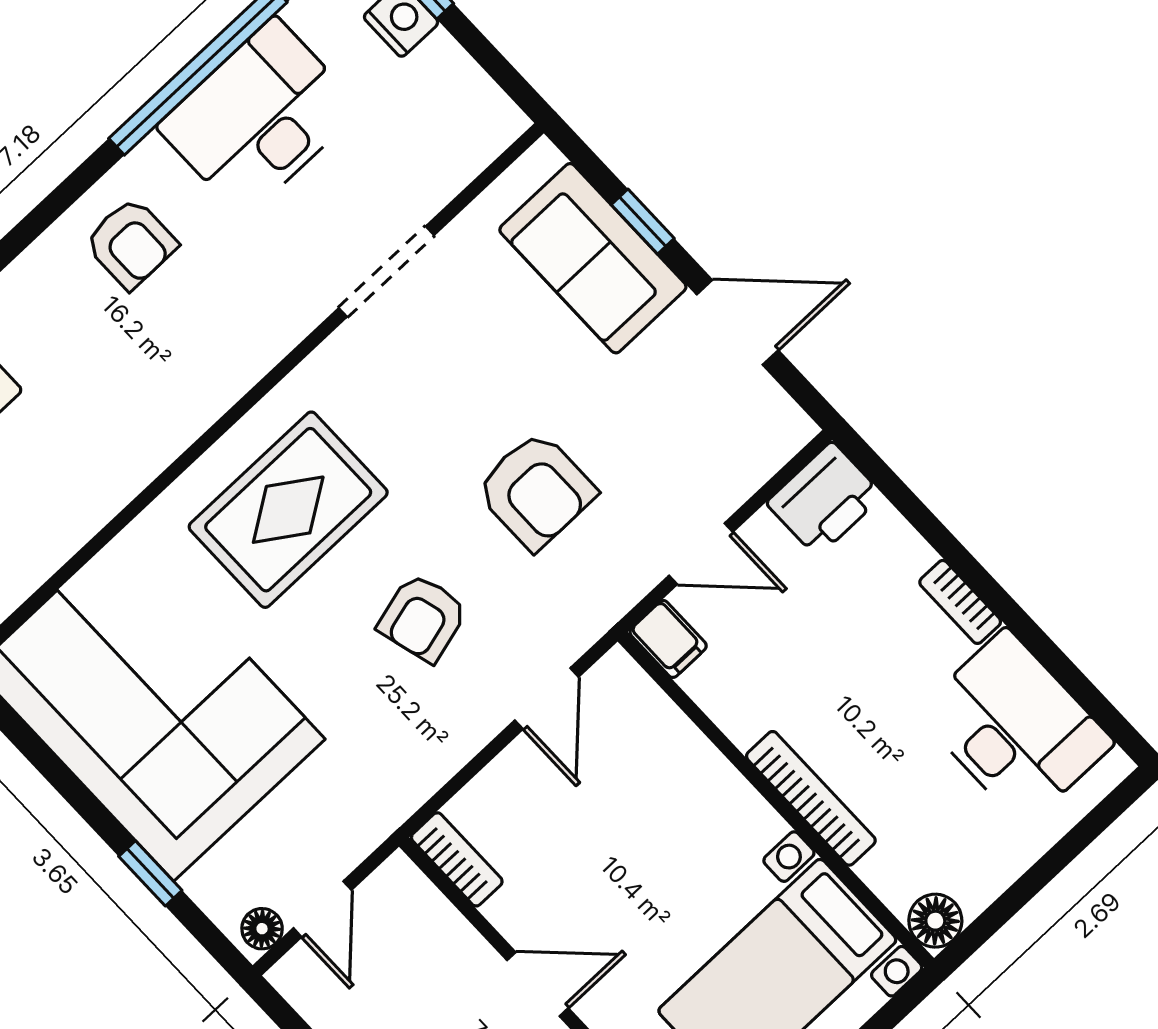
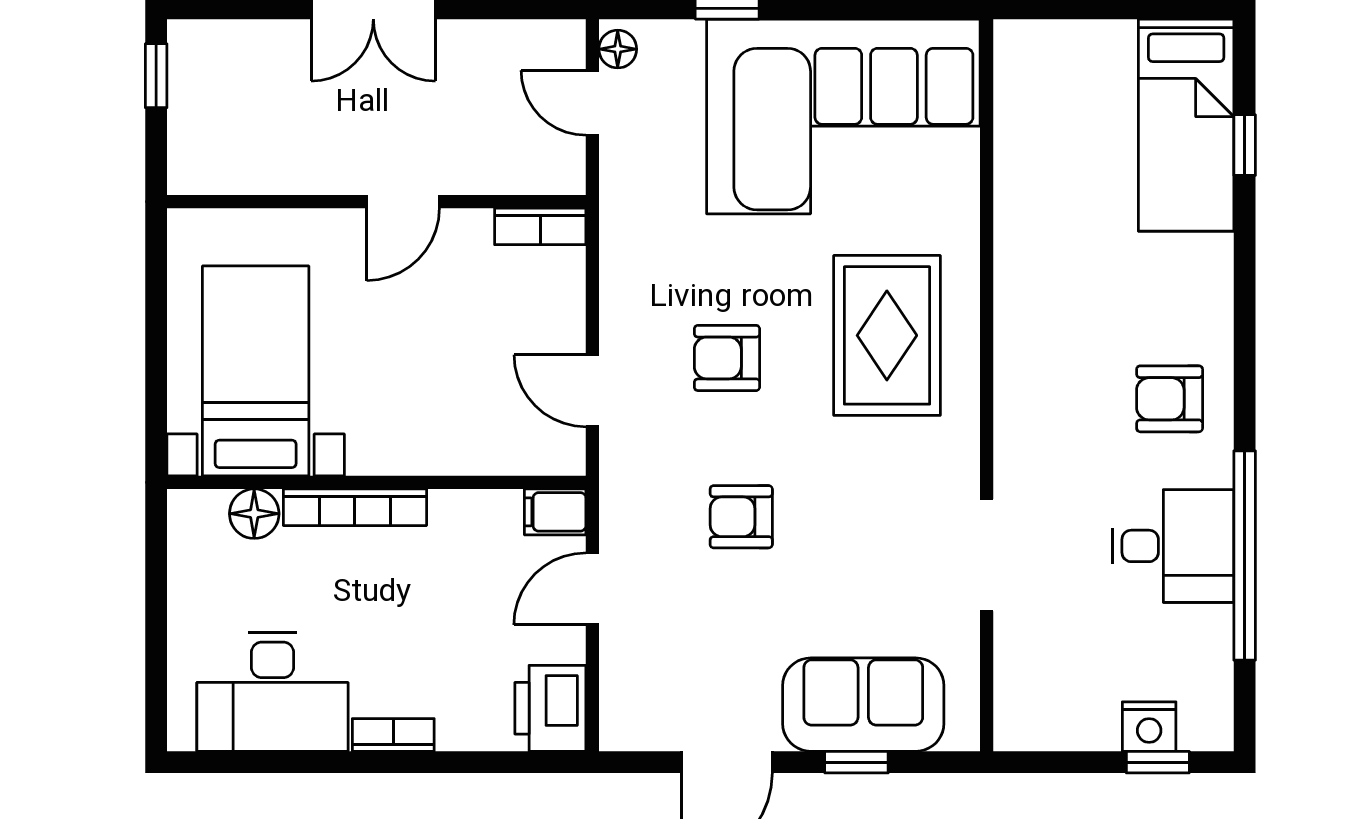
desk: (259, 118) -> (1173, 546), width x0.73
armchair: (536, 491) -> (741, 517), width x0.72, depth x0.72
armchair: (423, 618) -> (727, 358), turned -75
floor lamp: (935, 921) -> (254, 514), moved

